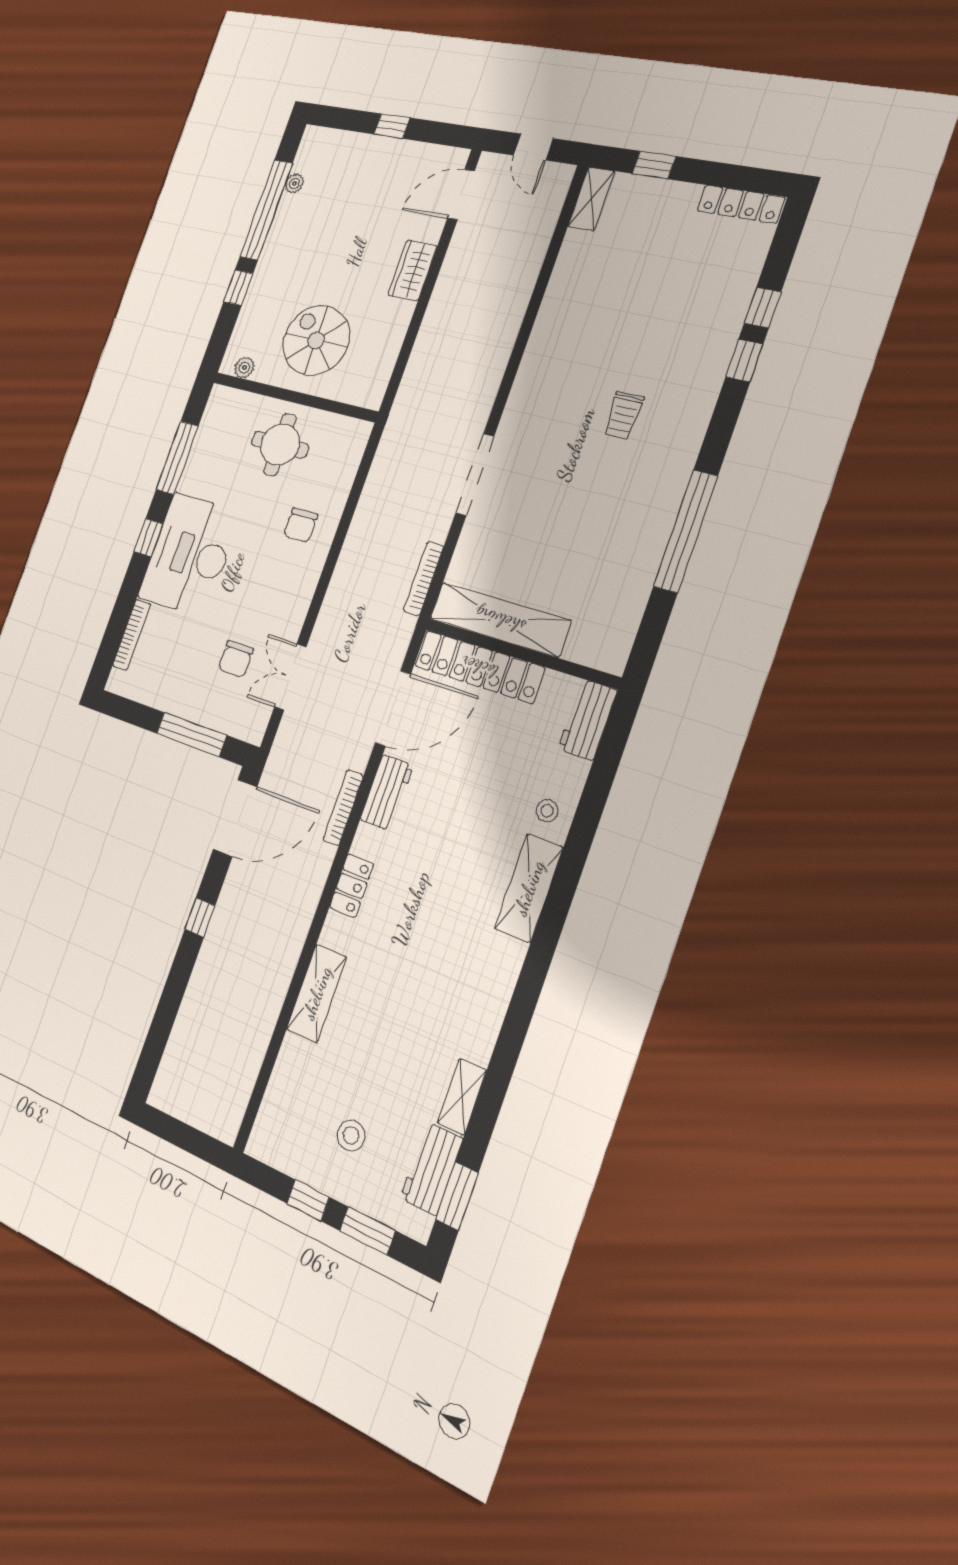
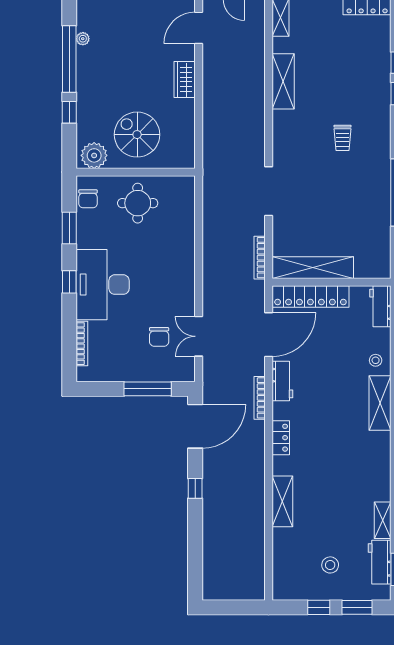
shelving: (560, 302) -> (283, 81), added
plant: (244, 368) -> (94, 155), width x1.88, depth x1.88
window: (177, 458) -> (69, 228), width x0.69
chair: (301, 525) -> (88, 199), moved

